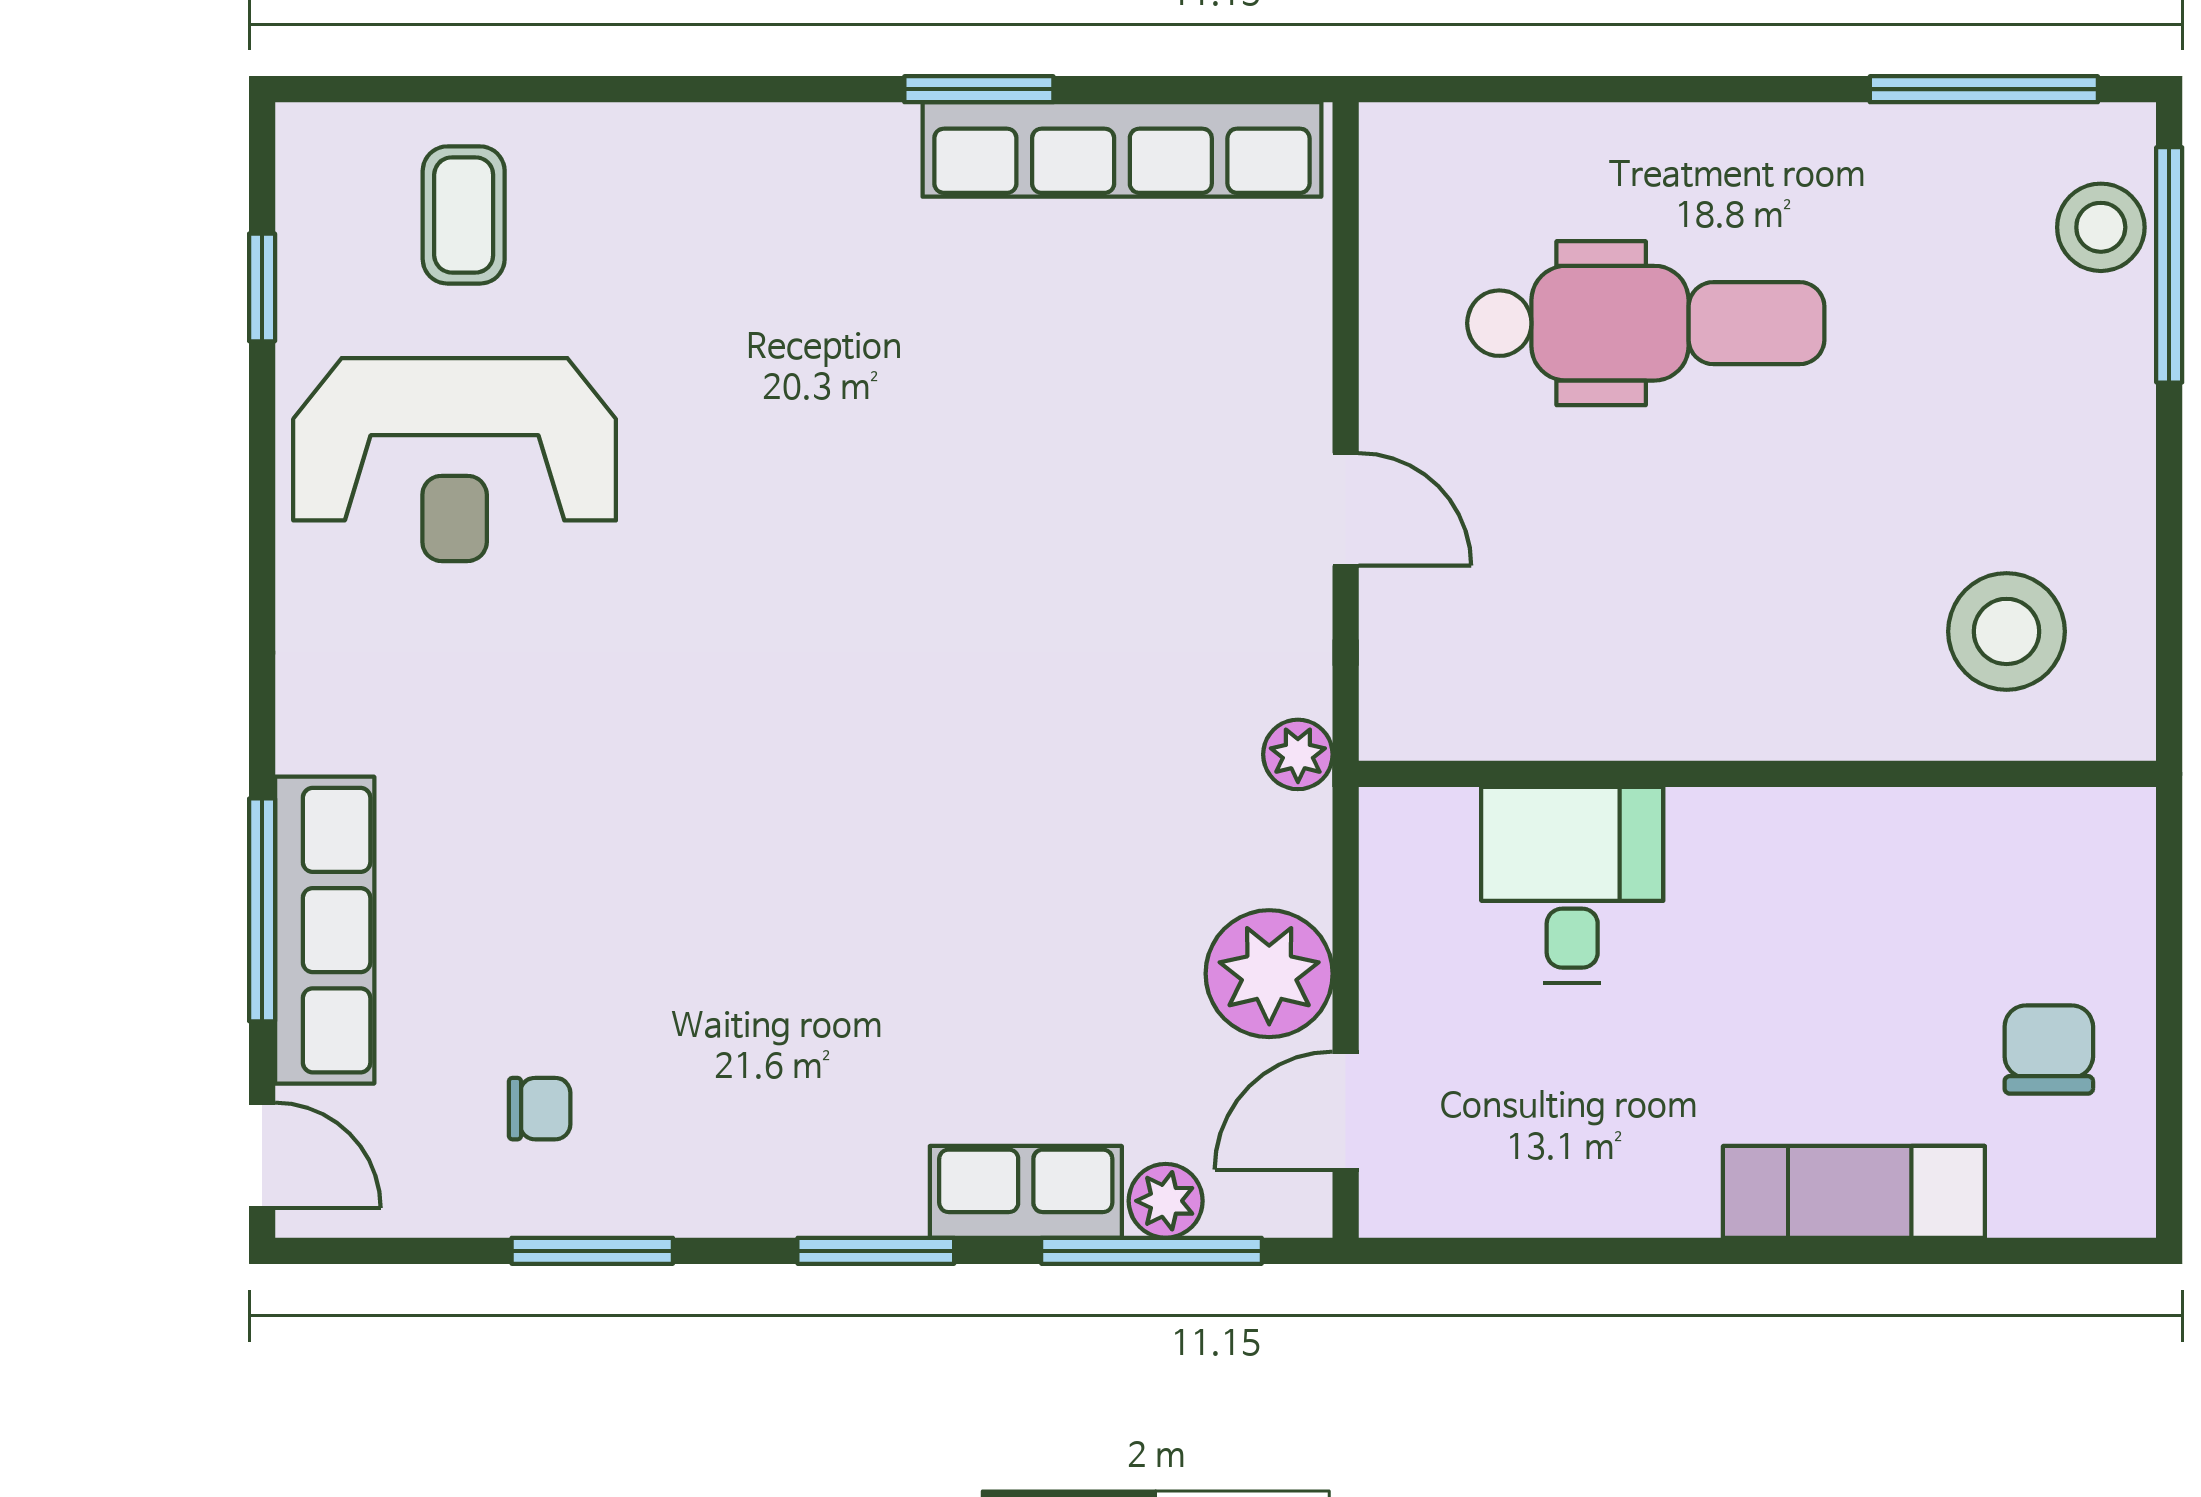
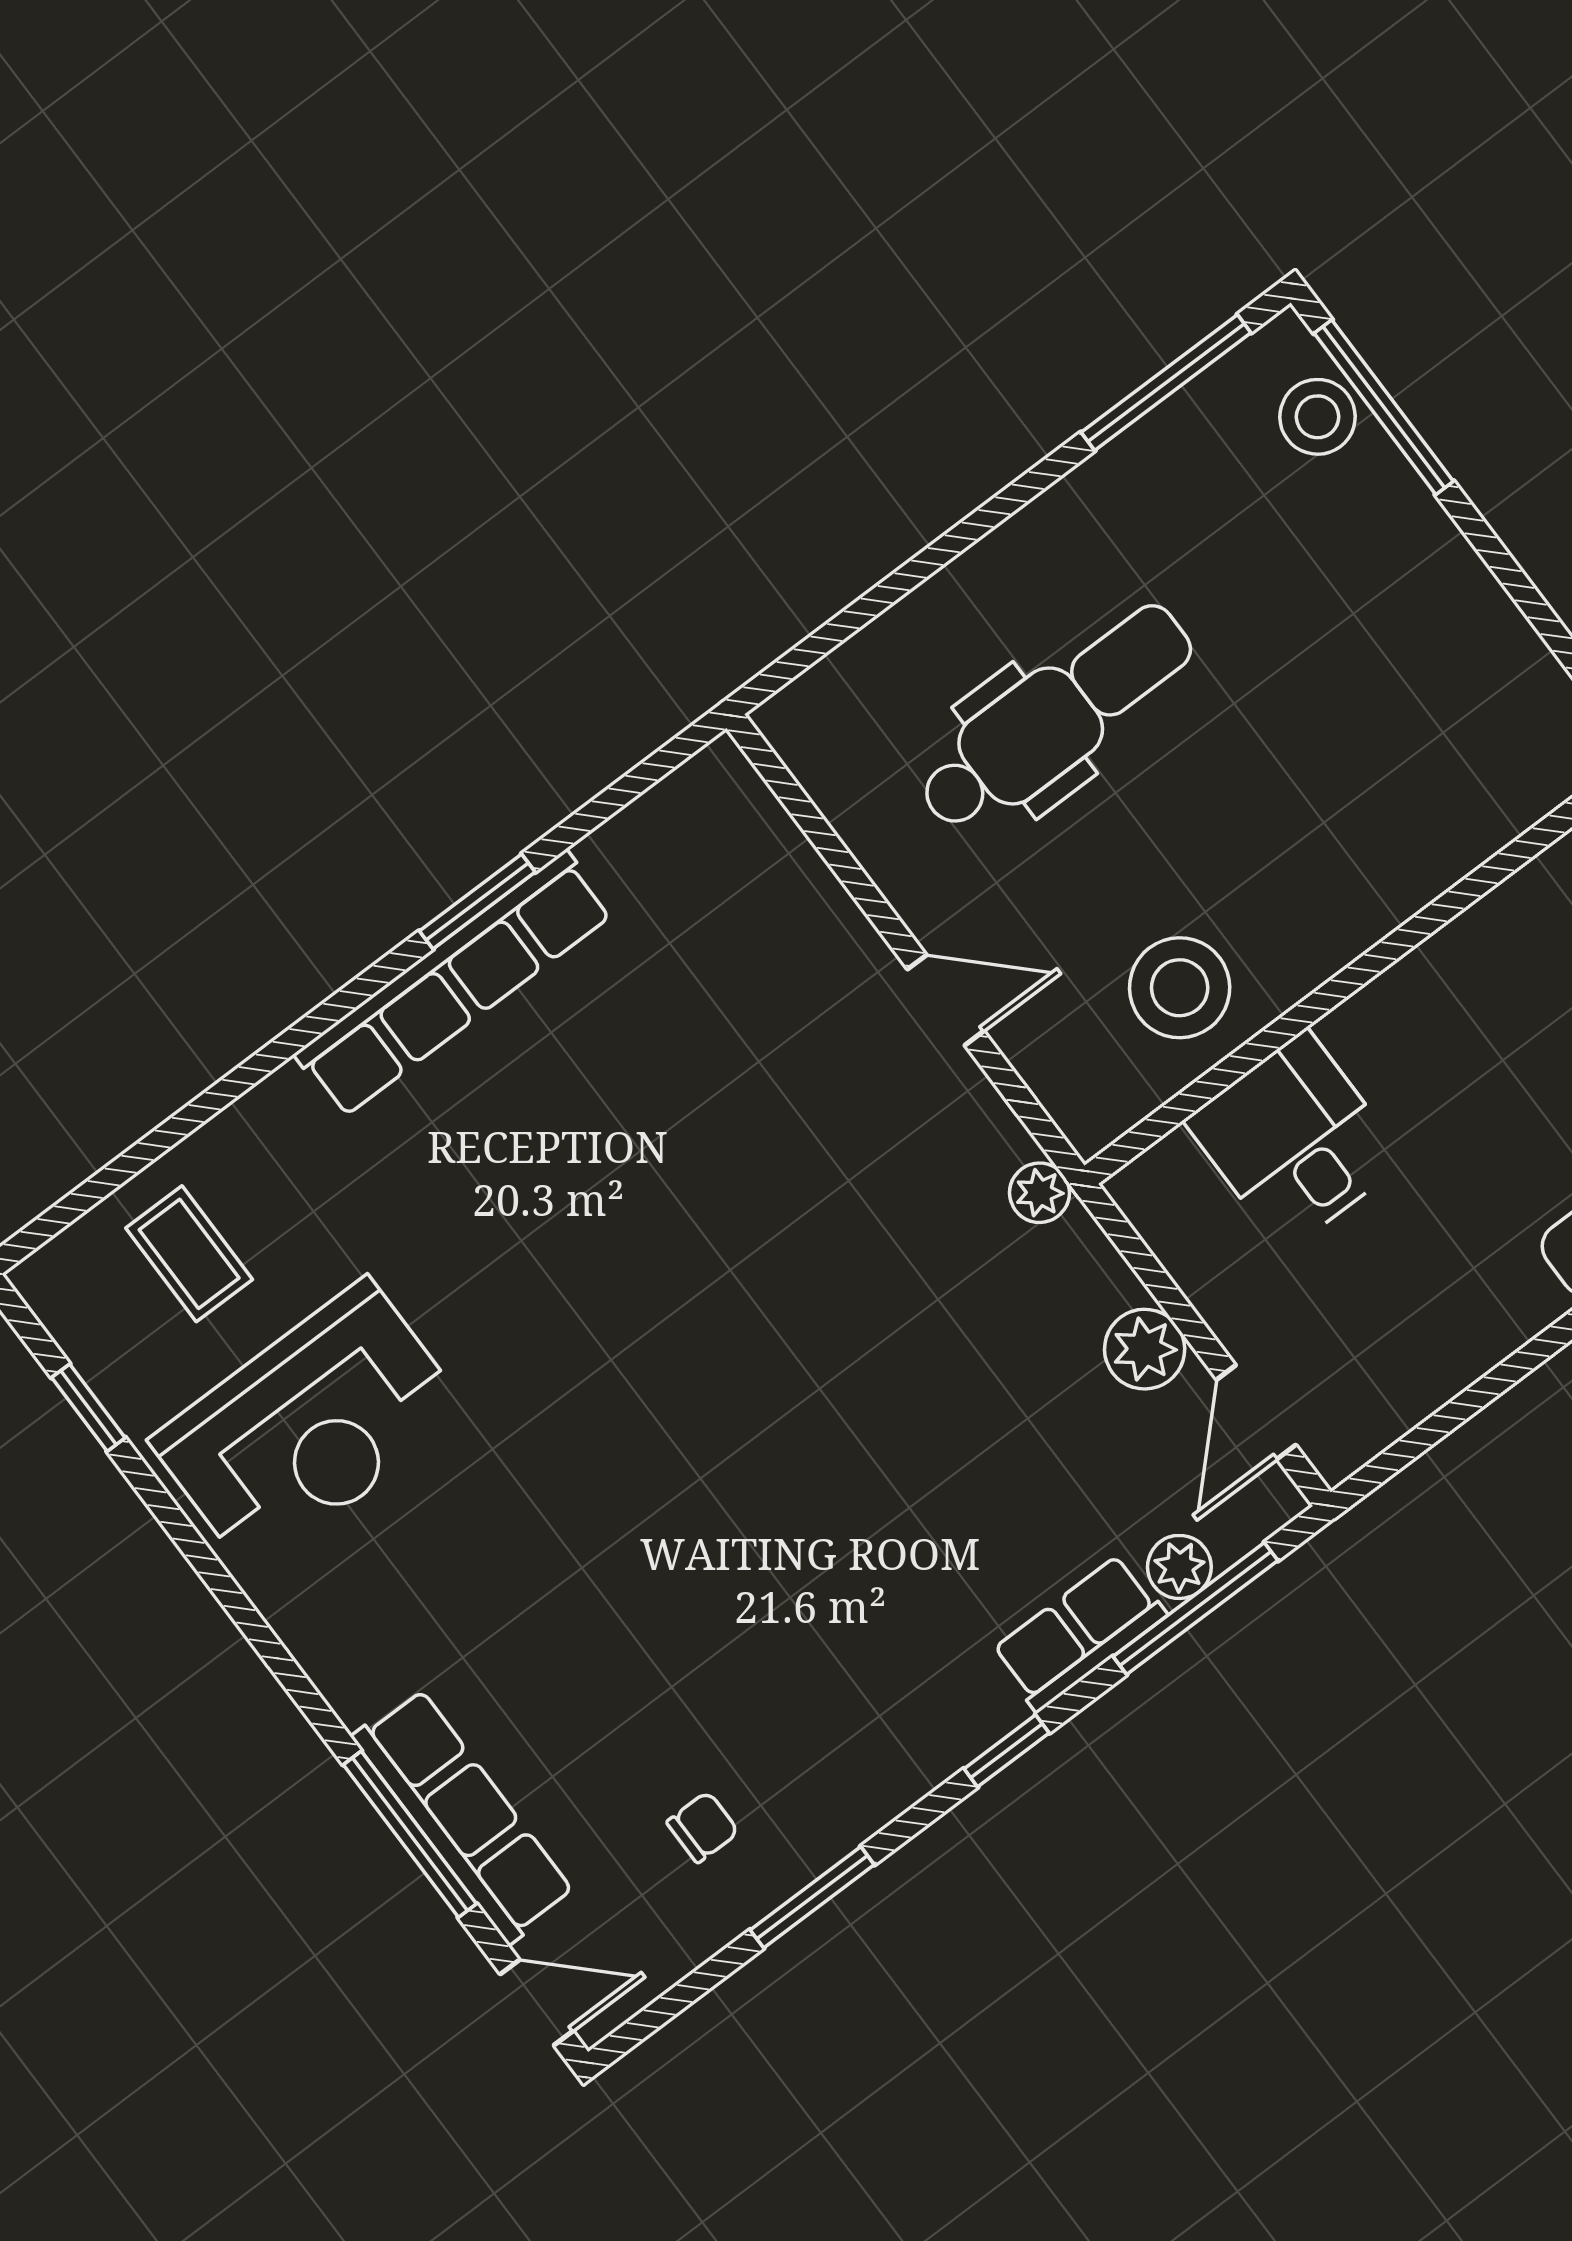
row of seats: (1122, 149) -> (454, 984), moved
stool: (2007, 631) -> (1180, 988), moved
plant: (1269, 974) -> (1145, 1349), width x0.73, depth x0.73
window: (876, 1251) -> (1007, 1751), width x0.67

